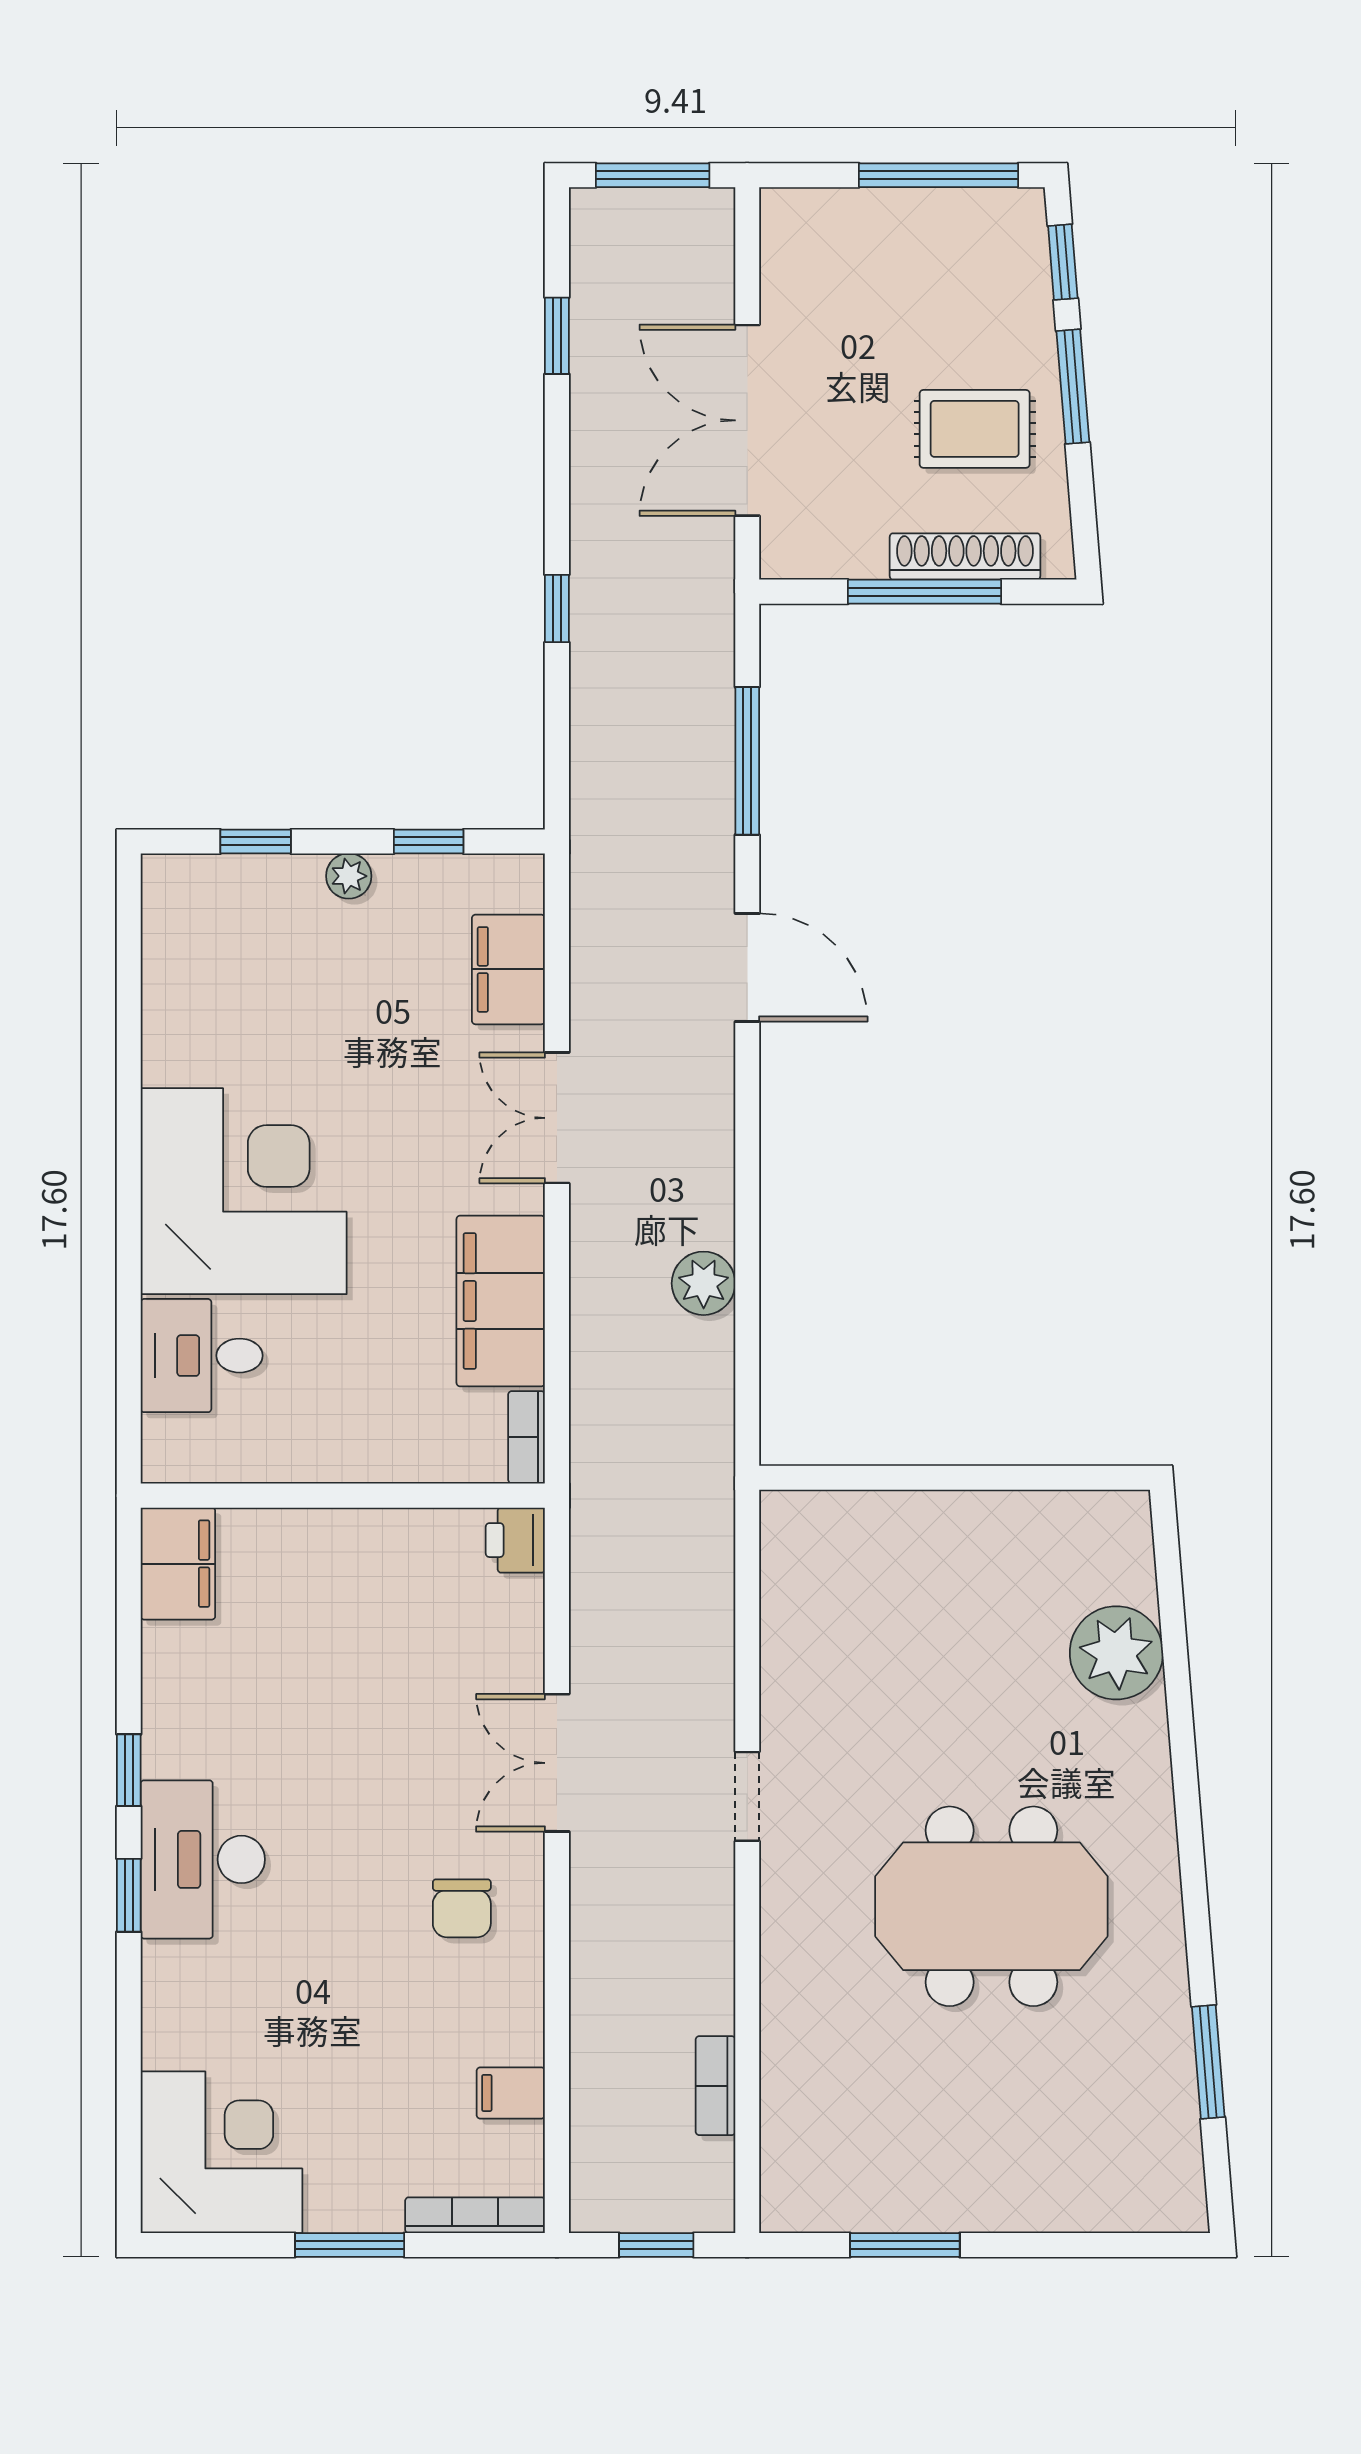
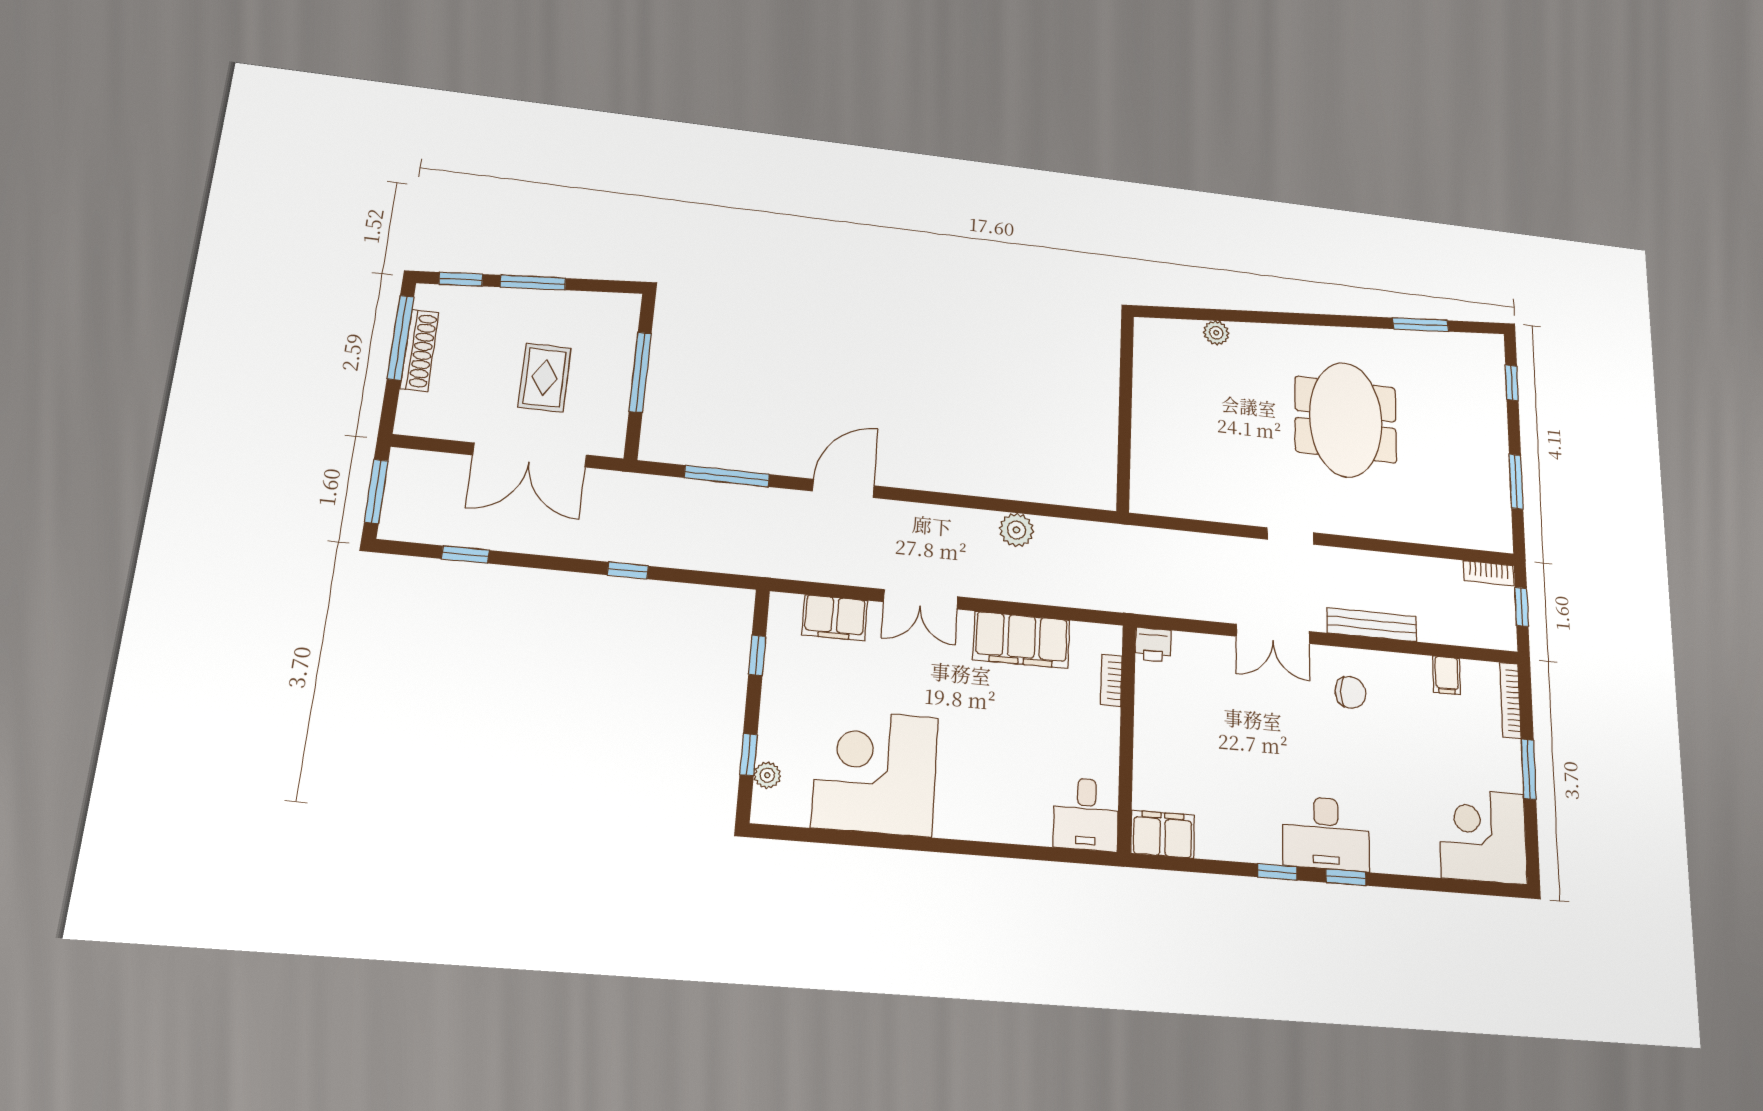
rug: (975, 429) -> (545, 378), moved
shoe rack: (965, 556) -> (420, 350), moved, turned 180
plant: (349, 876) -> (767, 775), moved
corner desk: (244, 1191) -> (875, 772), moved
desk: (202, 1356) -> (1086, 814), moved
bookcase: (527, 1437) -> (1111, 680), moved, turned 90
plant: (1116, 1653) -> (1216, 333), width x0.53, depth x0.53
bench: (593, 1951) -> (1372, 625), added
bookcase: (715, 2086) -> (1489, 573), moved
window: (1109, 2245) -> (1512, 383), added

